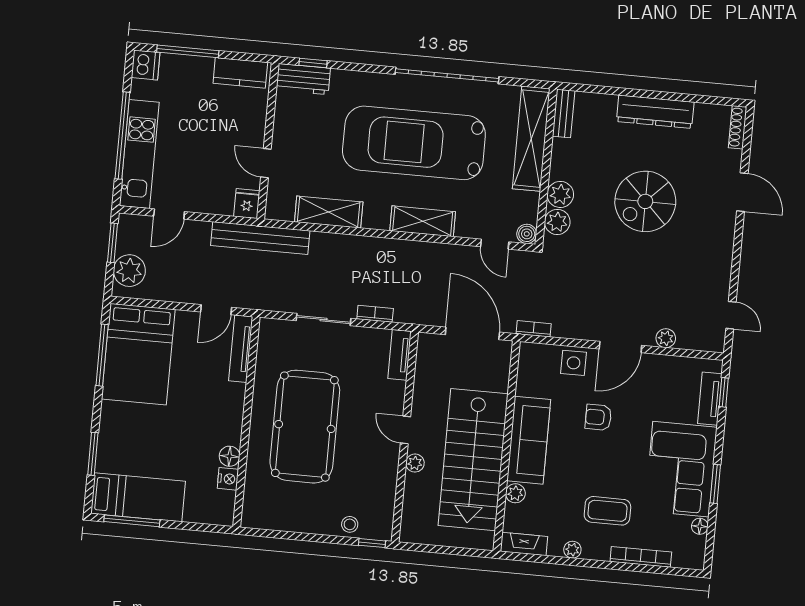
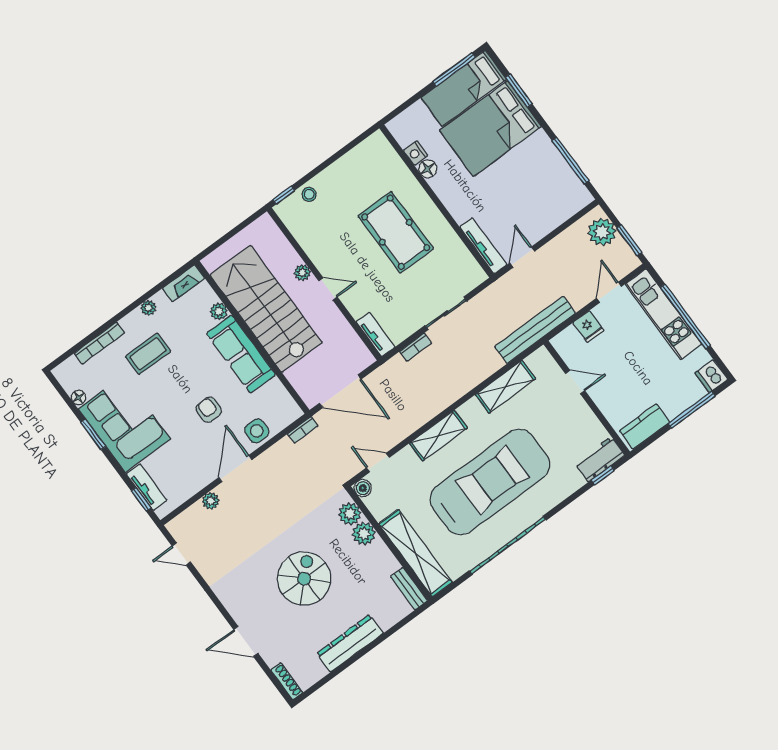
fridge: (247, 204) -> (588, 327), moved
bed: (138, 354) -> (491, 129), moved, turned -90
armchair: (598, 417) -> (209, 410), turned -90
pool table: (305, 427) -> (396, 232), width x0.73, depth x0.76

